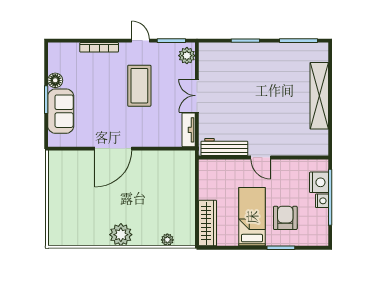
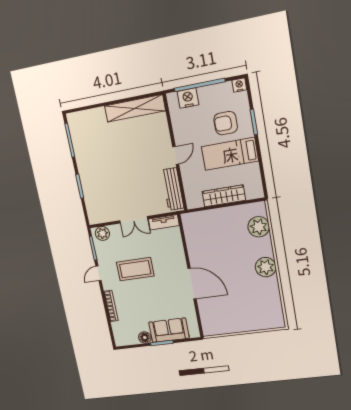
shelving: (319, 96) -> (135, 108), moved
nightstand: (322, 201) -> (239, 85), moved
wardrobe: (208, 223) -> (224, 196), moved
plant: (167, 240) -> (259, 227), width x1.88, depth x1.88

